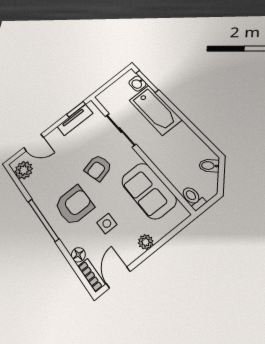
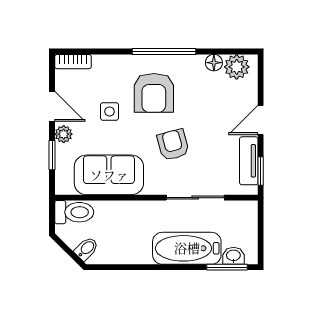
door: (34, 143) -> (261, 120), moved
toilet: (193, 198) -> (74, 212), width x1.37, depth x1.39
window: (166, 238) -> (52, 155), added
floor lamp: (78, 255) -> (214, 63), moved
door: (118, 277) -> (52, 106), moved

